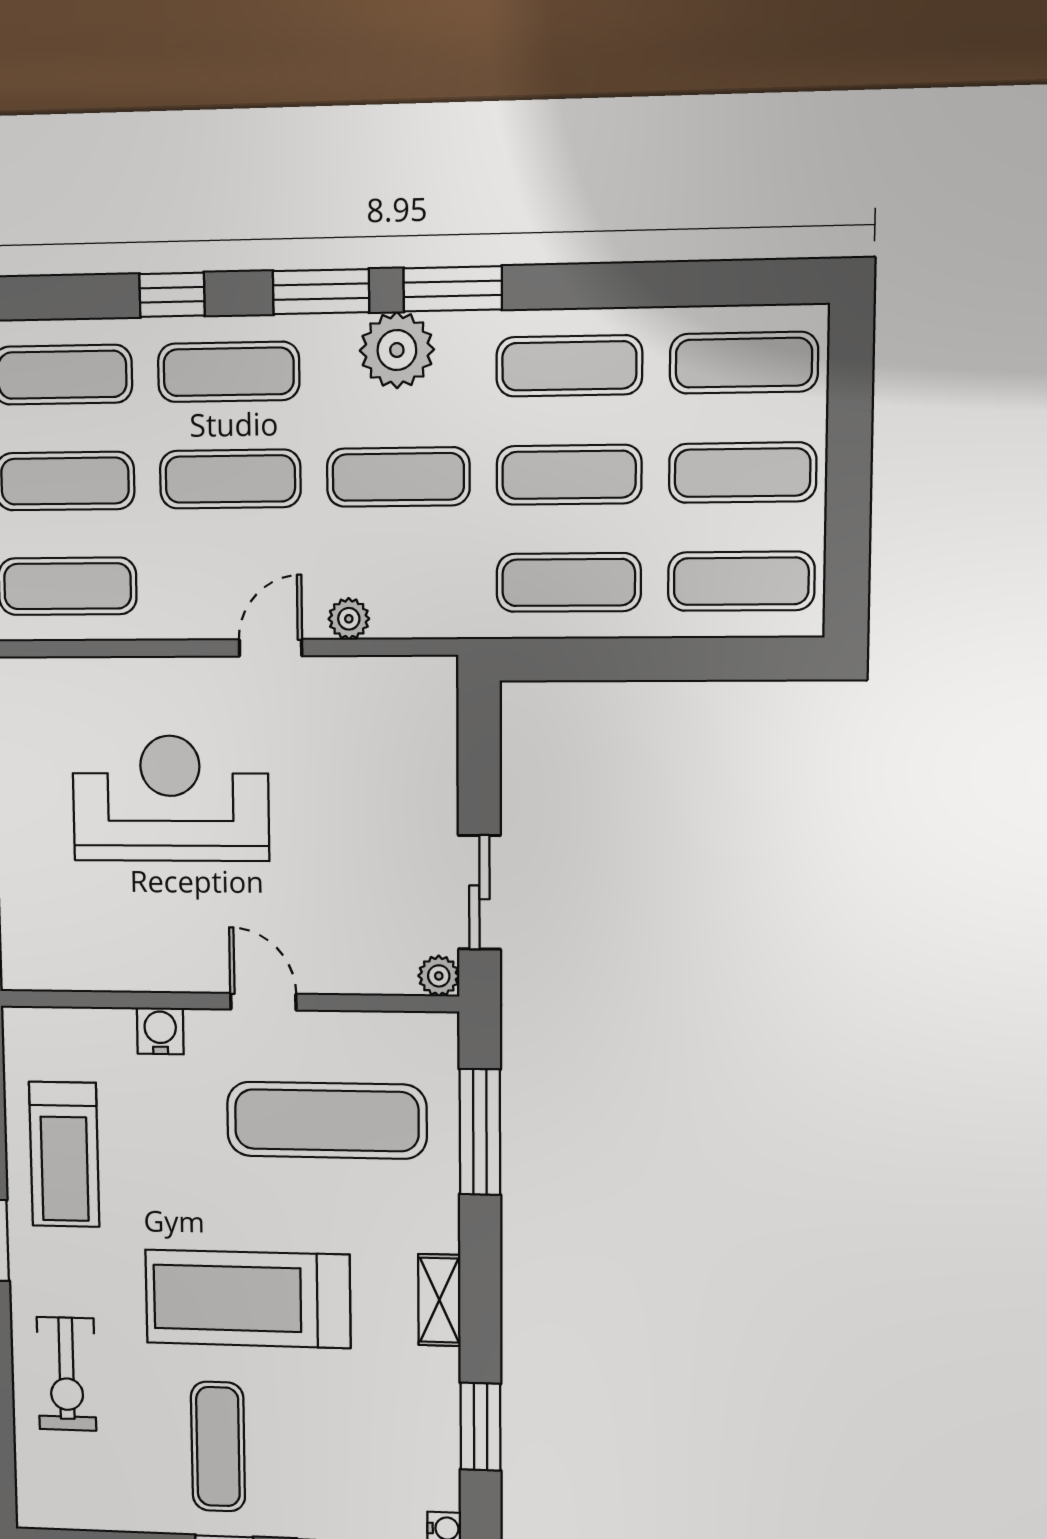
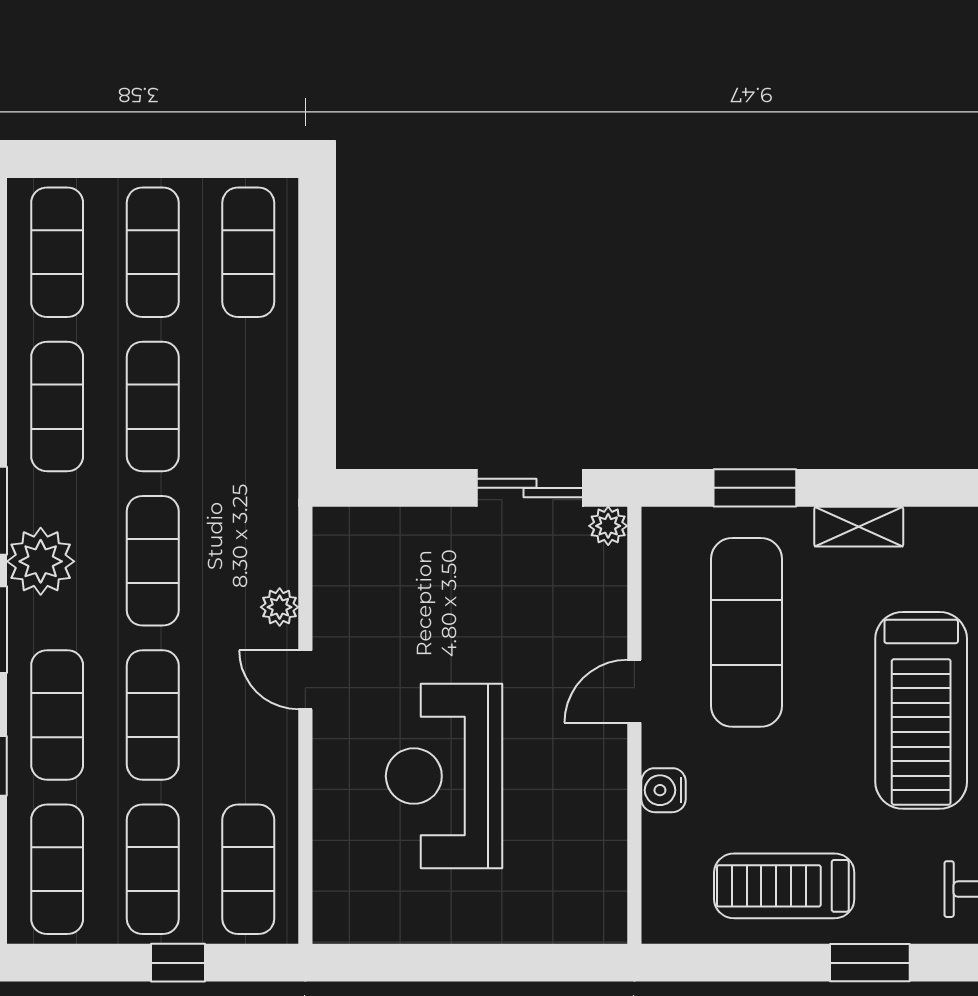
exercise mat: (569, 582) -> (248, 407), removed
window: (480, 1132) -> (755, 488), width x0.69
treadmill: (64, 1154) -> (784, 886), turned 180
shelving: (439, 1300) -> (859, 527), moved

